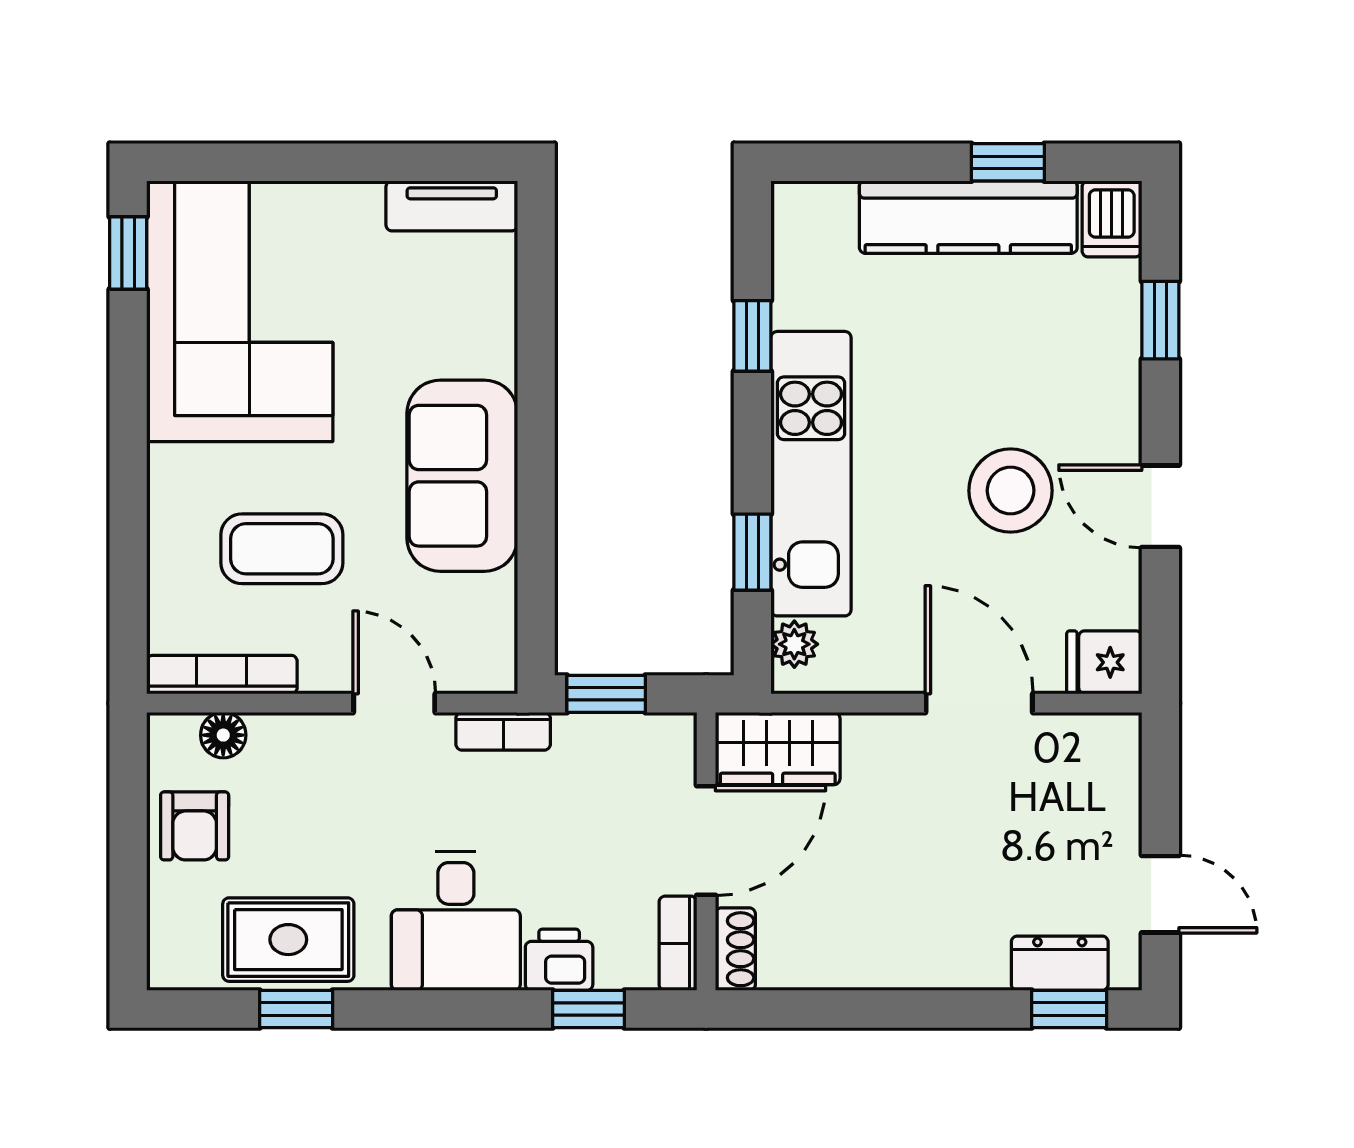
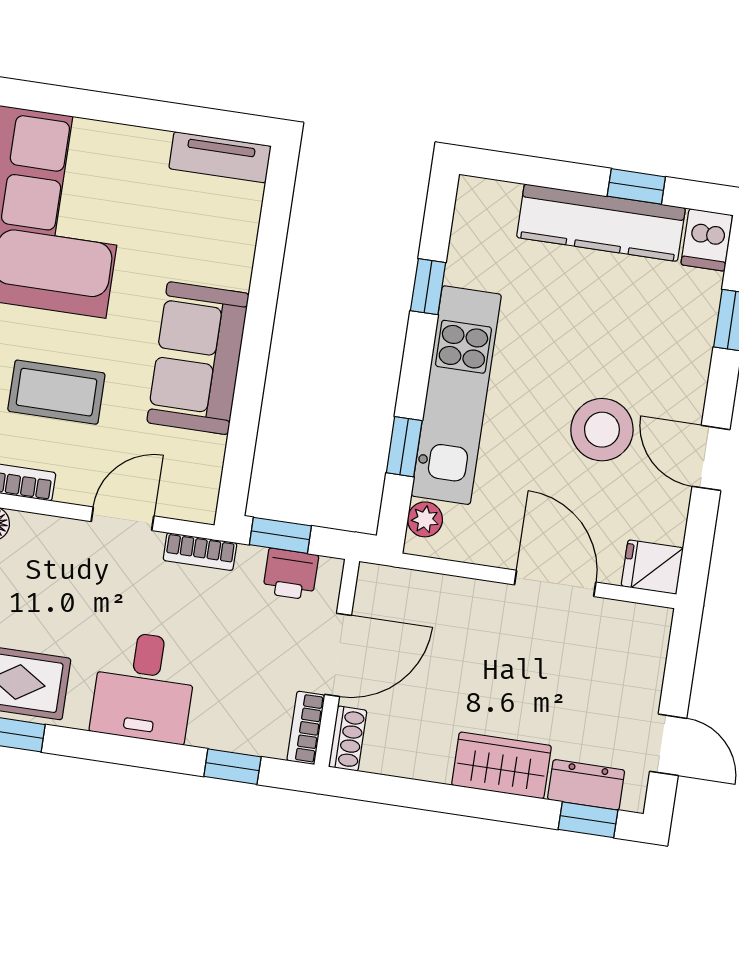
door: (394, 703) -> (122, 519), hinge flipped
wardrobe: (778, 749) -> (501, 765), moved, turned 180
printer: (559, 960) -> (291, 574), moved, turned 180

